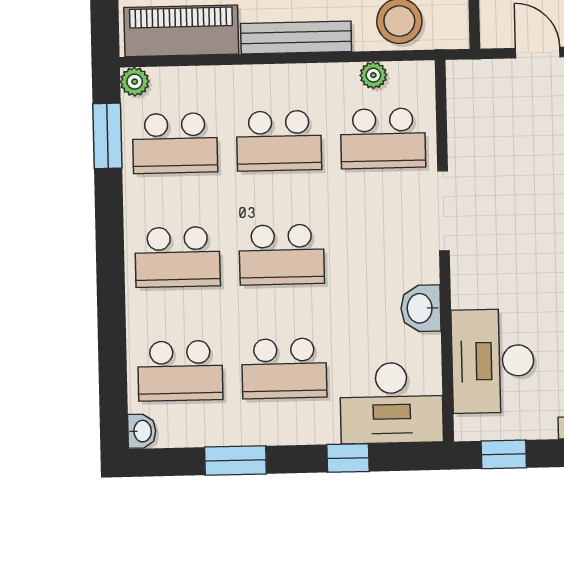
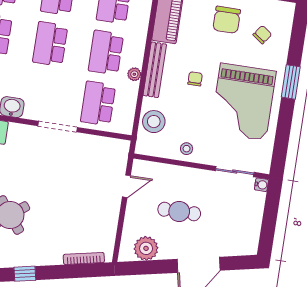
plant: (373, 75) -> (134, 74), moved

